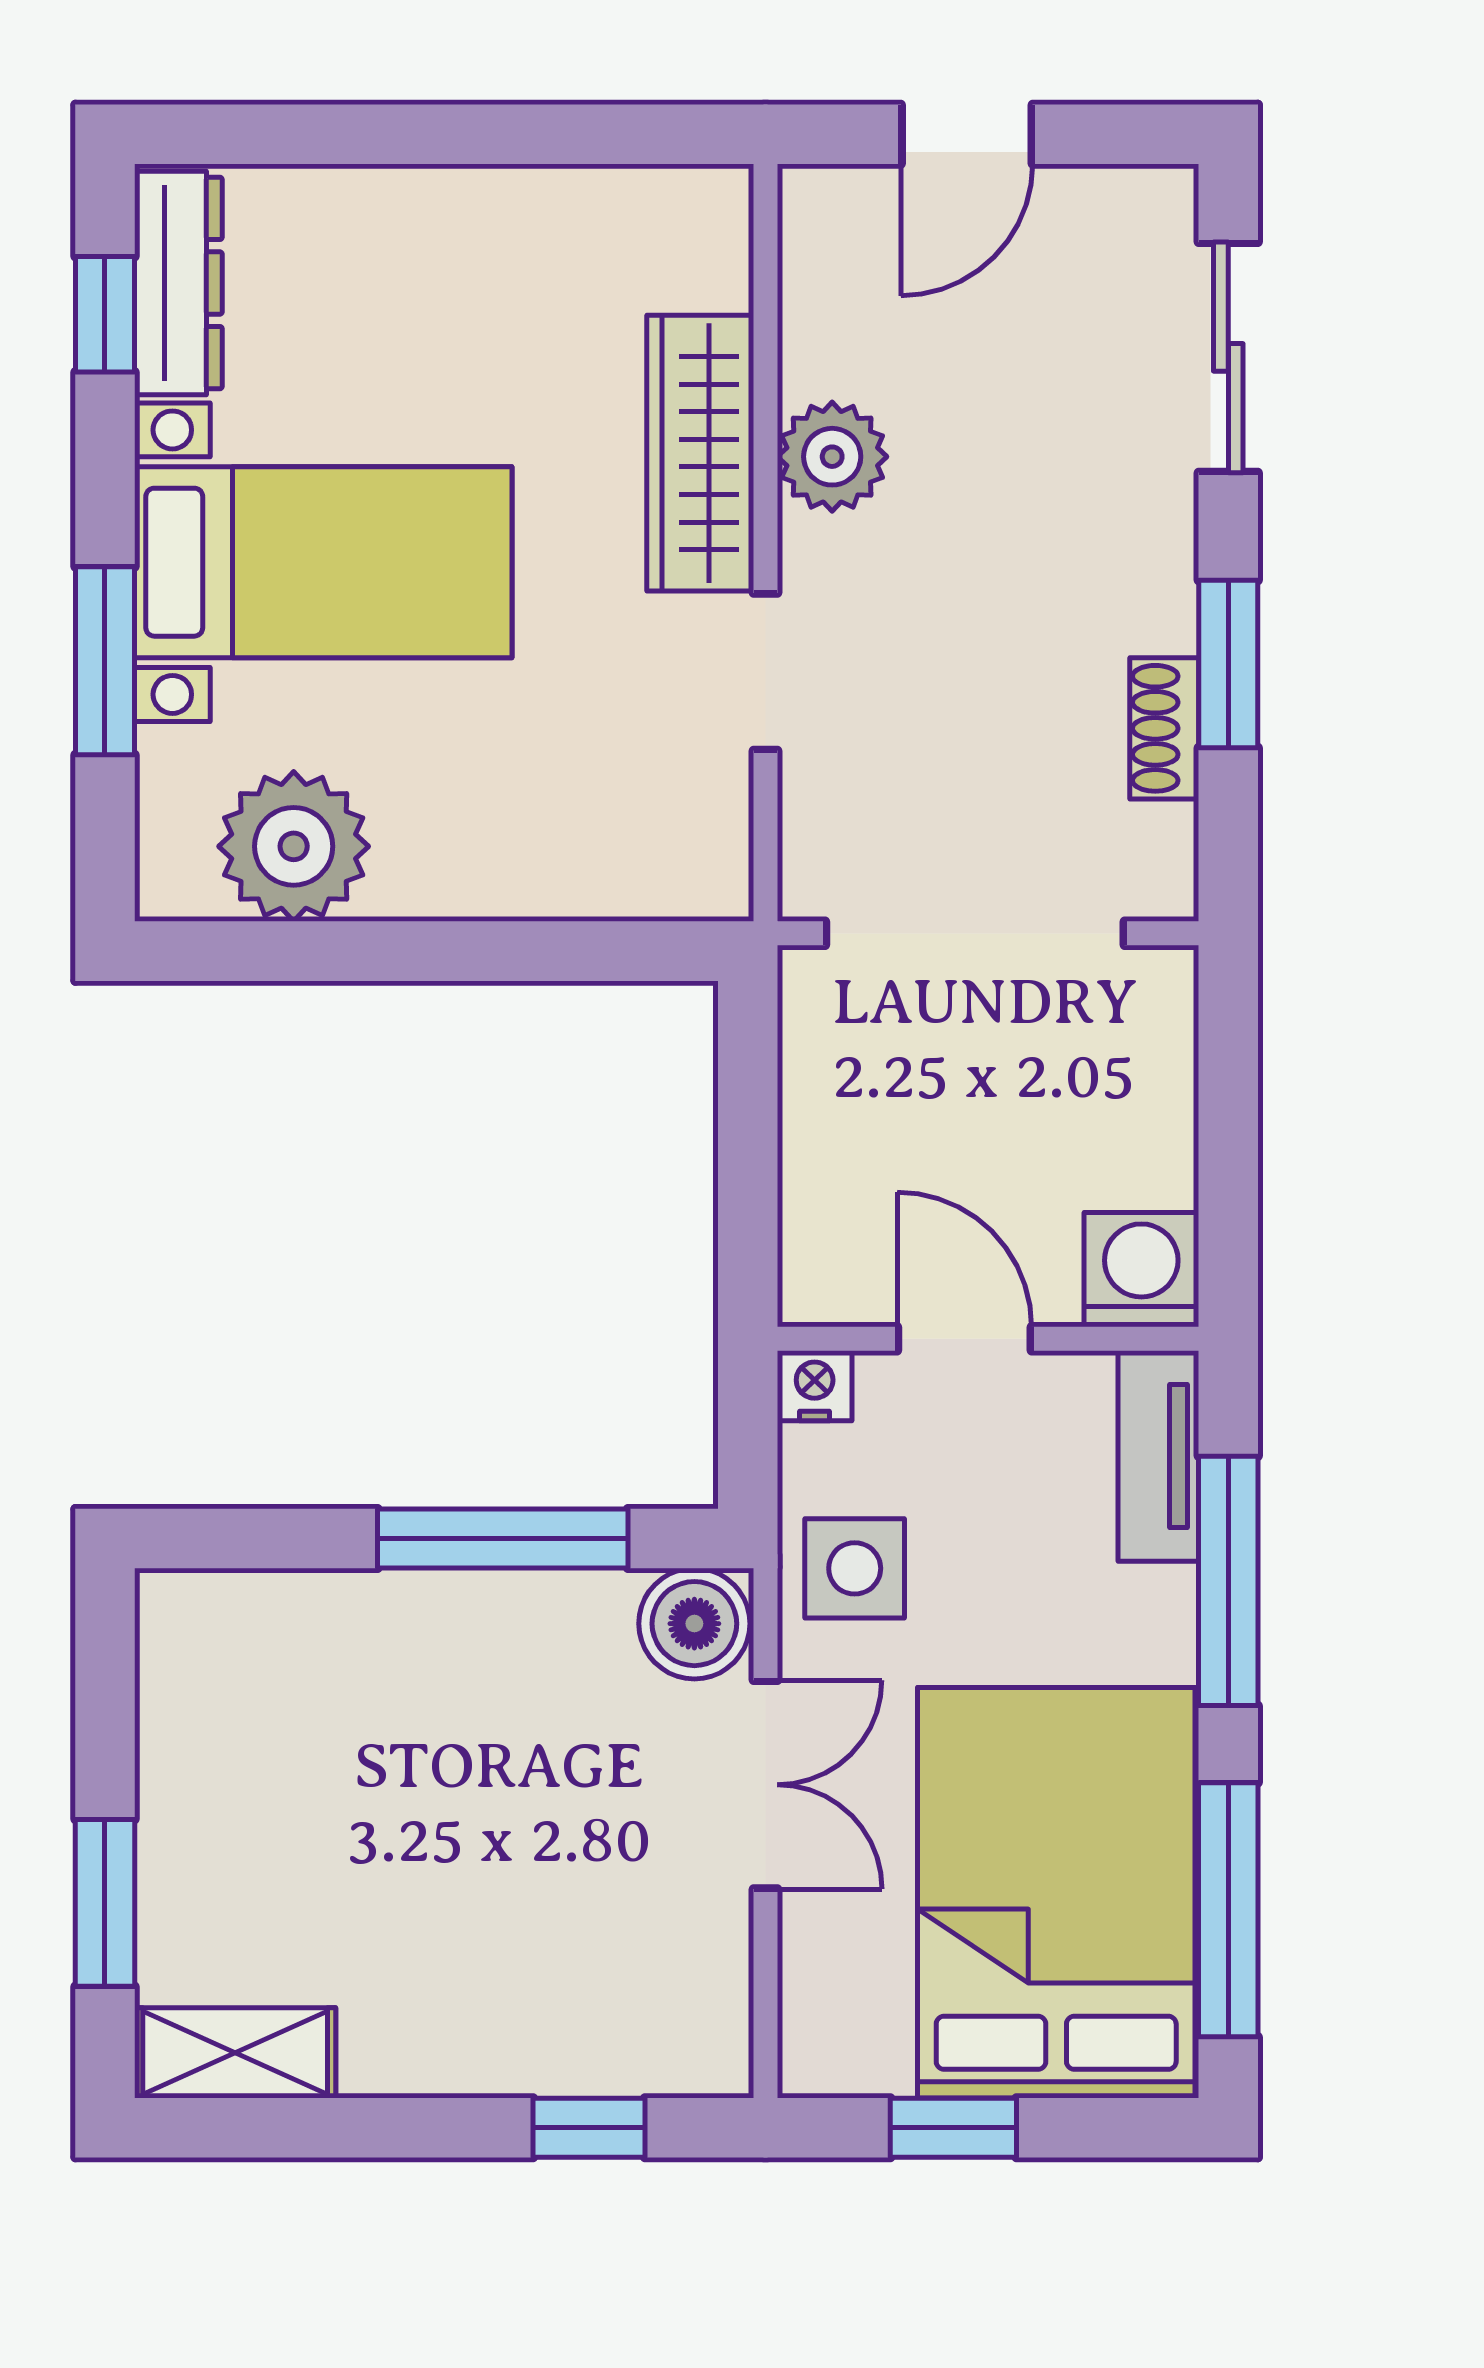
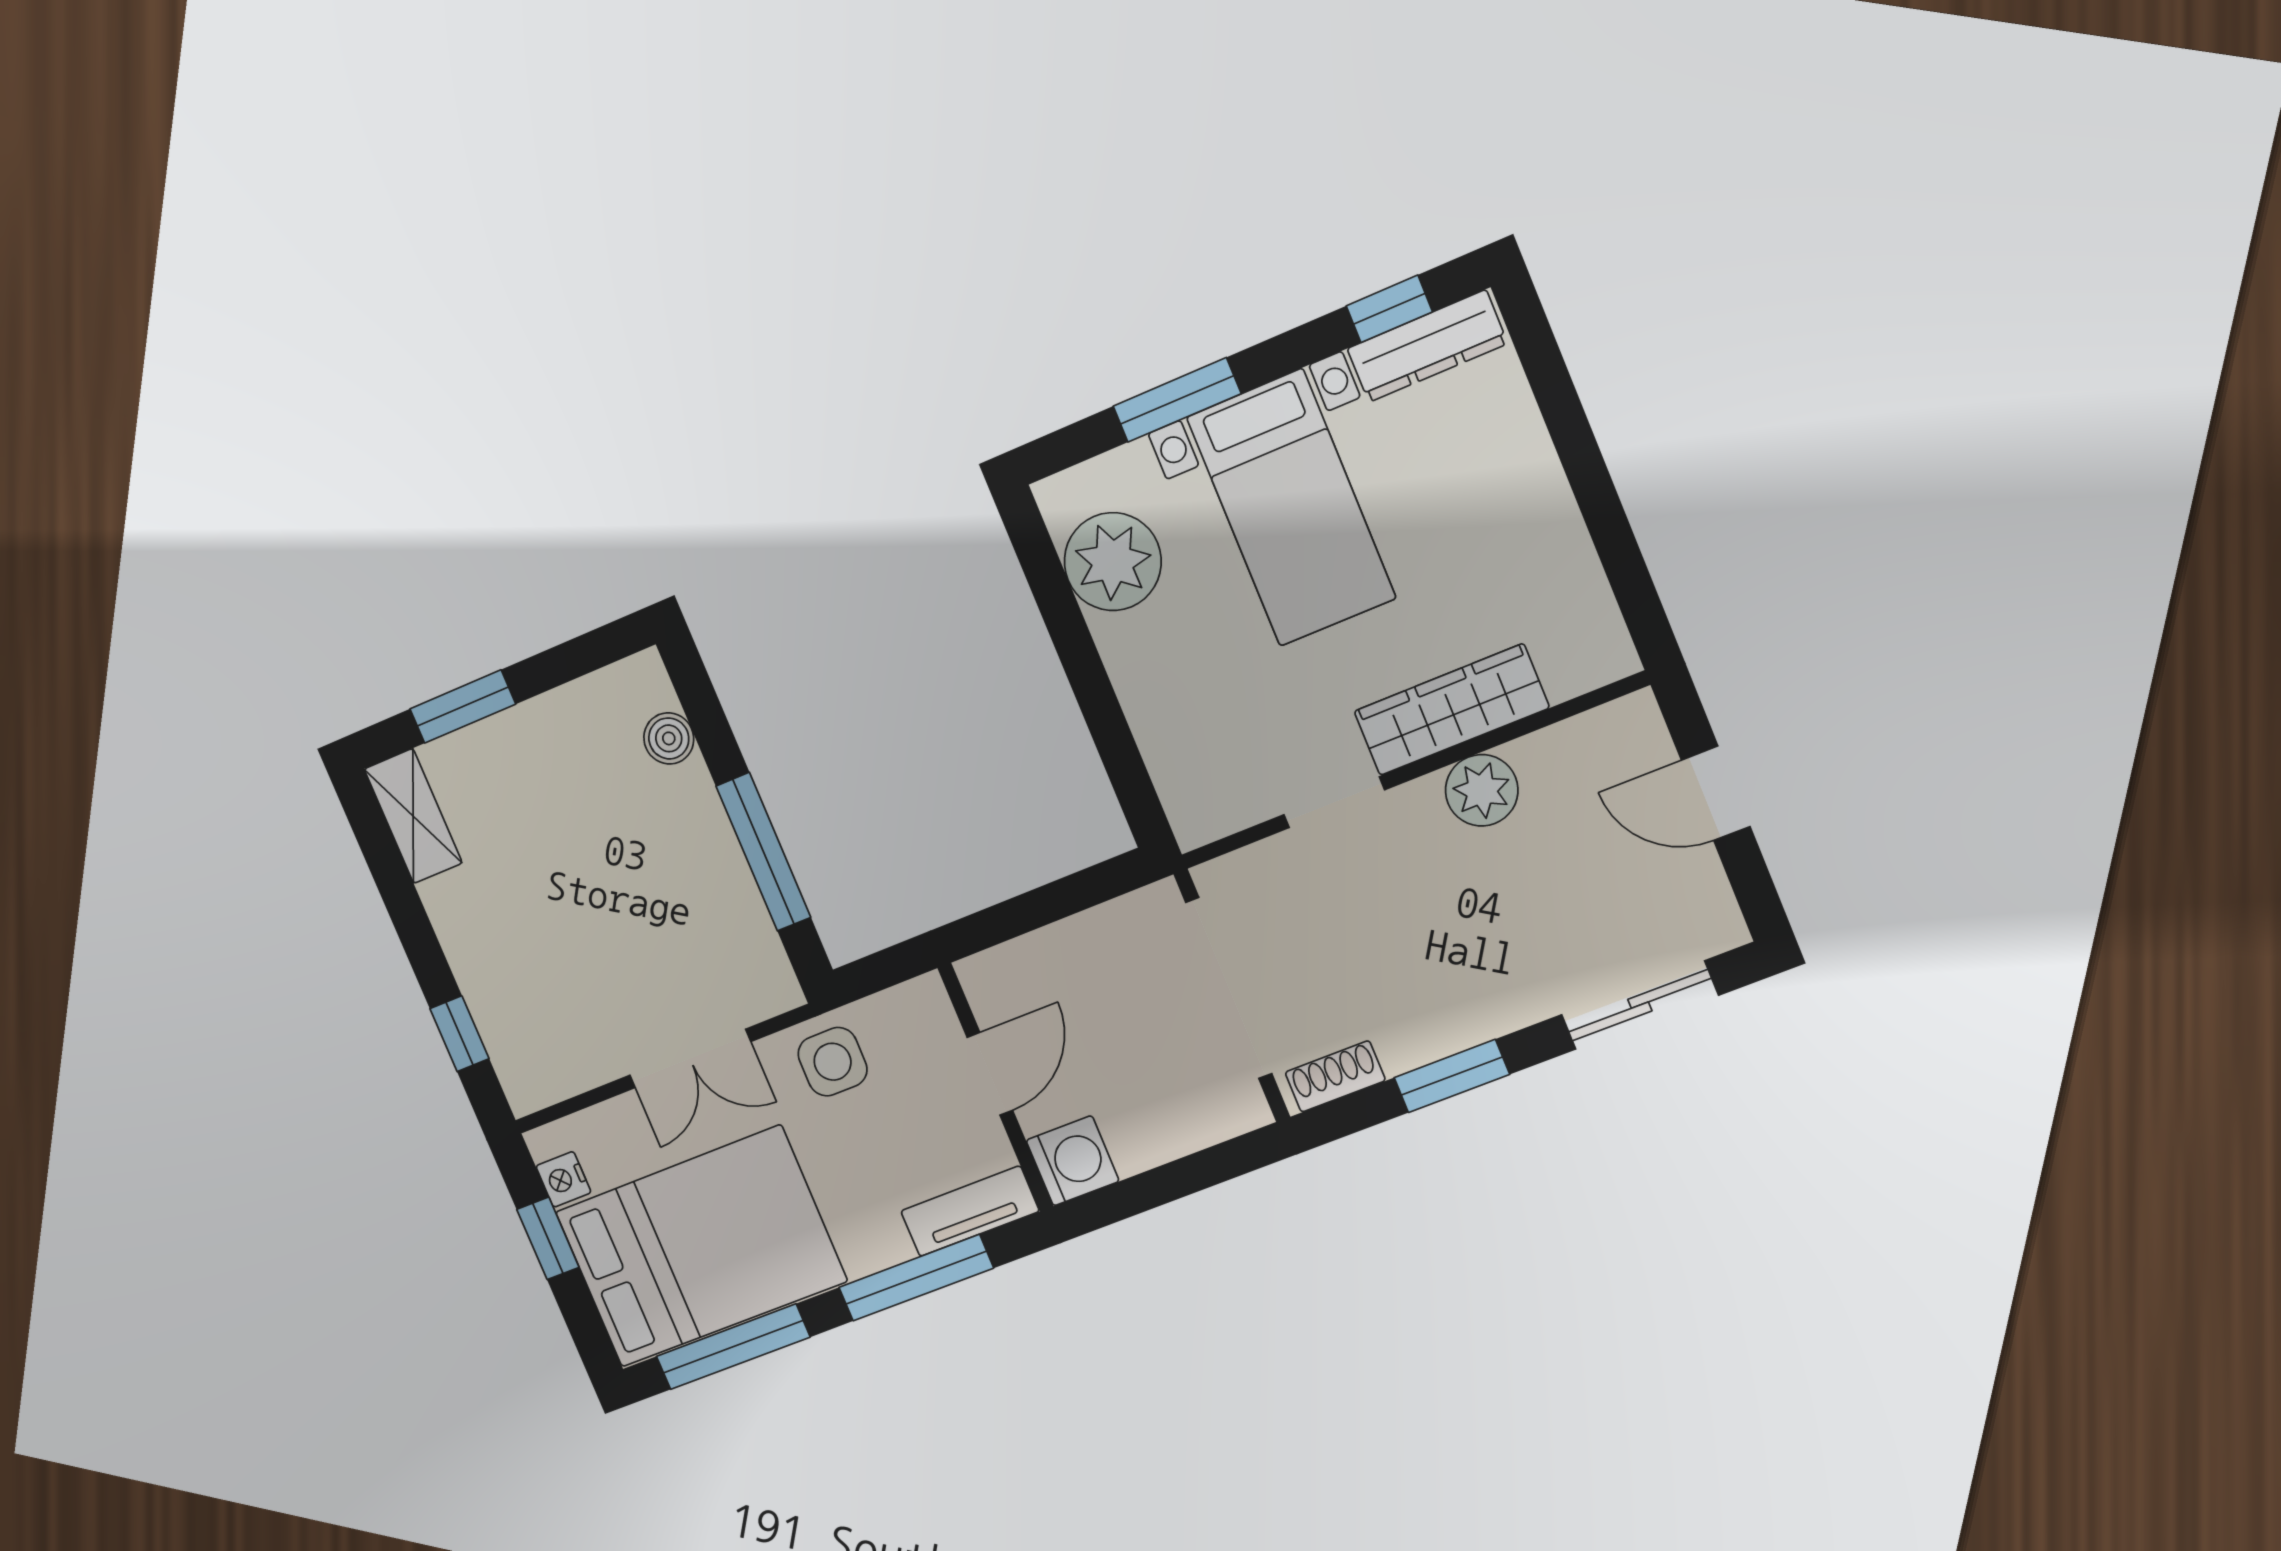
shoe rack: (1164, 728) -> (1335, 1076), moved
nightstand: (815, 1386) -> (563, 1179), moved, turned 180
boiler: (694, 1624) -> (669, 738), moved, width x0.73, depth x0.73

